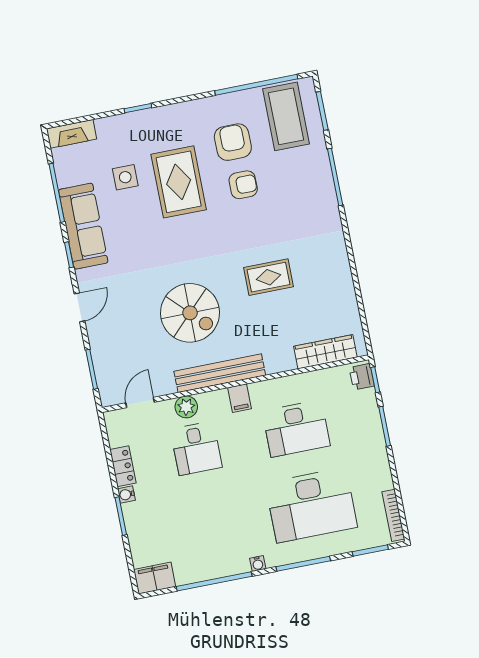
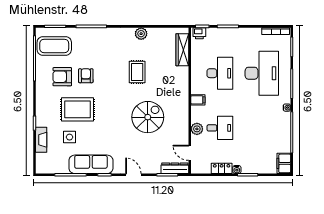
fireplace: (71, 134) -> (41, 140), moved
plant: (340, 271) -> (141, 34), added
bench: (220, 373) -> (183, 108), removed
dresser: (106, 381) -> (175, 168), added

